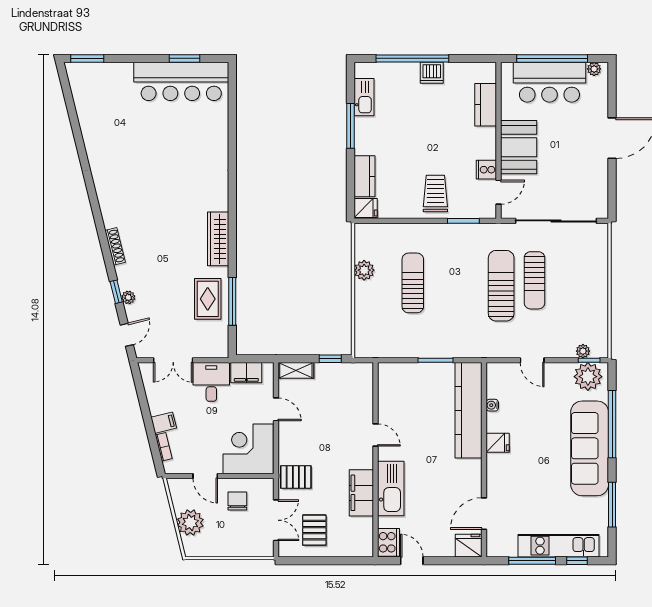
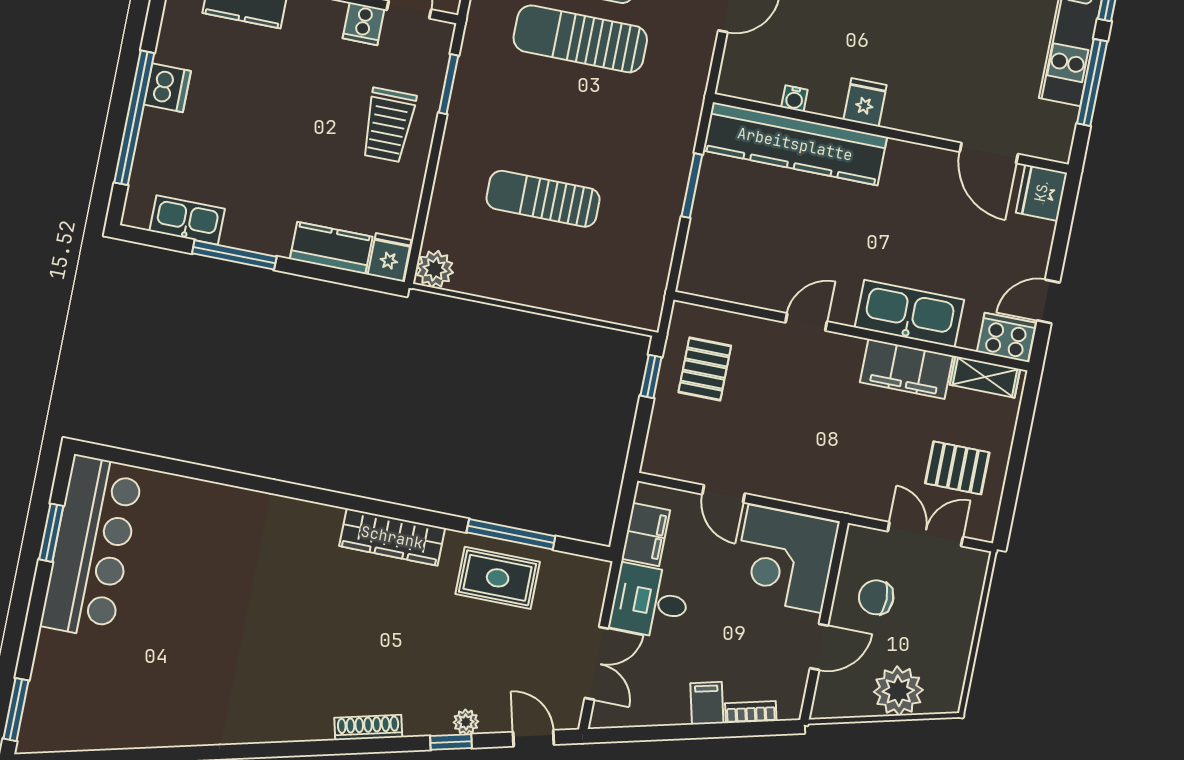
trolley: (435, 194) -> (388, 125), turned -90
plant: (364, 270) -> (435, 269), moved
shelving: (296, 370) -> (985, 377), moved, turned 90
door: (276, 409) -> (724, 494), swing flipped
pallet: (296, 477) -> (705, 369), moved

